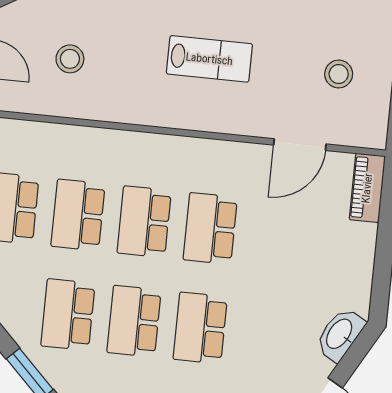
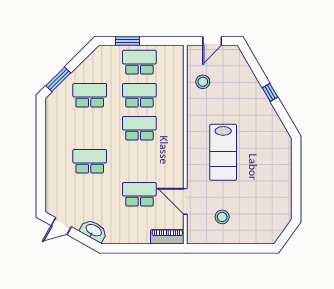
stool: (70, 59) -> (203, 82), moved
lab bench: (209, 59) -> (223, 152), width x1.36, depth x1.39
school desk: (210, 228) -> (139, 194), moved
school desk: (134, 321) -> (90, 128), removed

